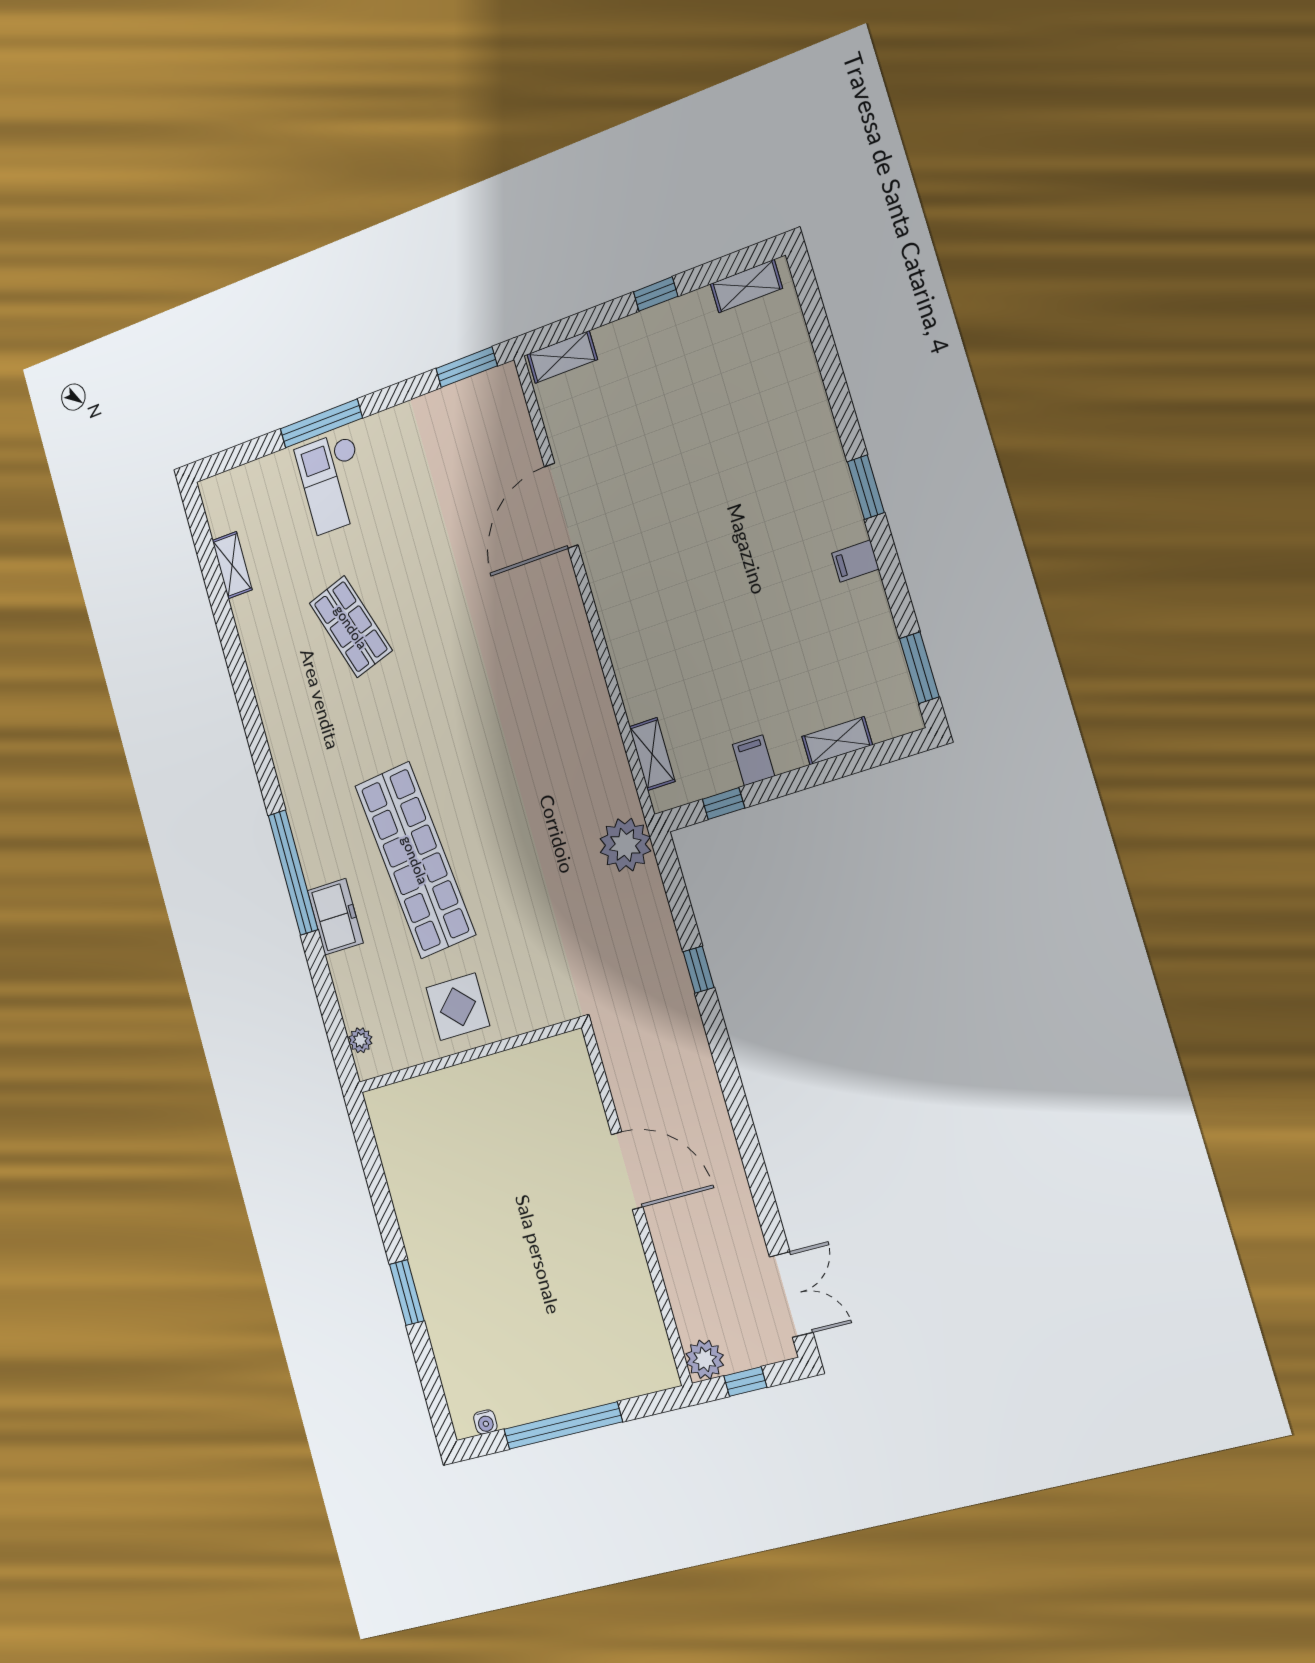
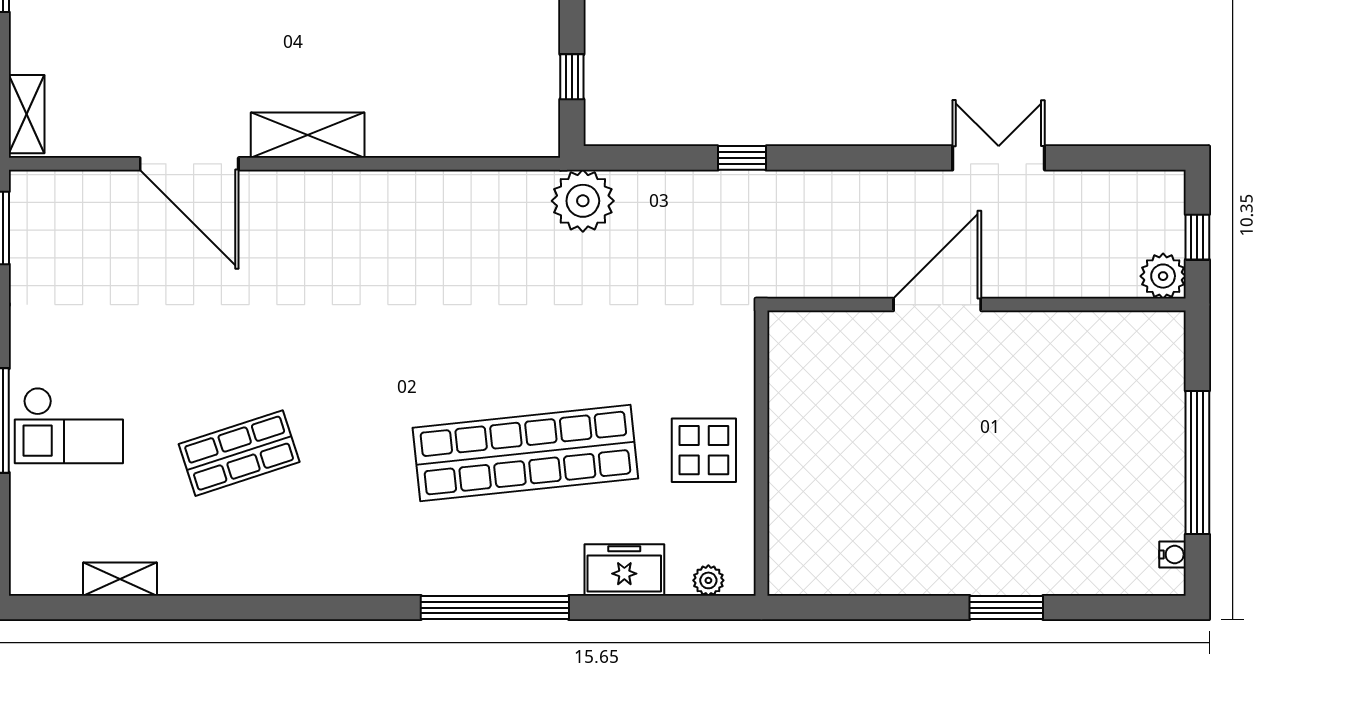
shelving: (652, 754) -> (308, 135), moved, width x1.50, depth x1.33
filing cabinet: (754, 760) -> (536, 30), removed
freezer: (335, 917) -> (624, 570), moved
double door: (791, 1294) -> (999, 158), moved

